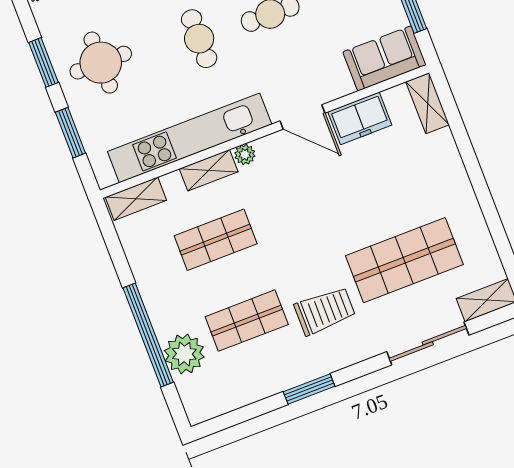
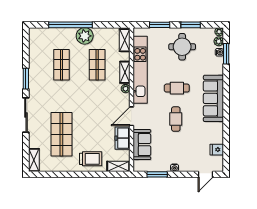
sofa: (385, 58) -> (142, 145), moved
trolley: (325, 311) -> (91, 159), moved, turned -90
sliding door: (428, 343) -> (26, 115), moved
plant: (184, 354) -> (85, 36), moved

